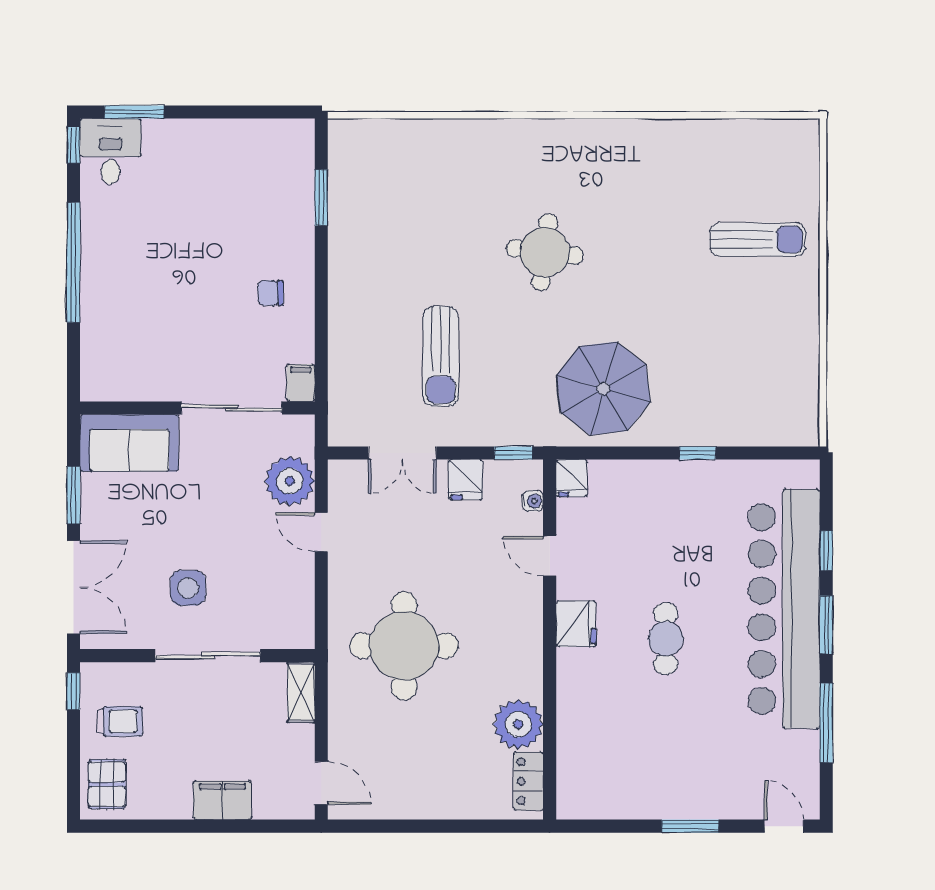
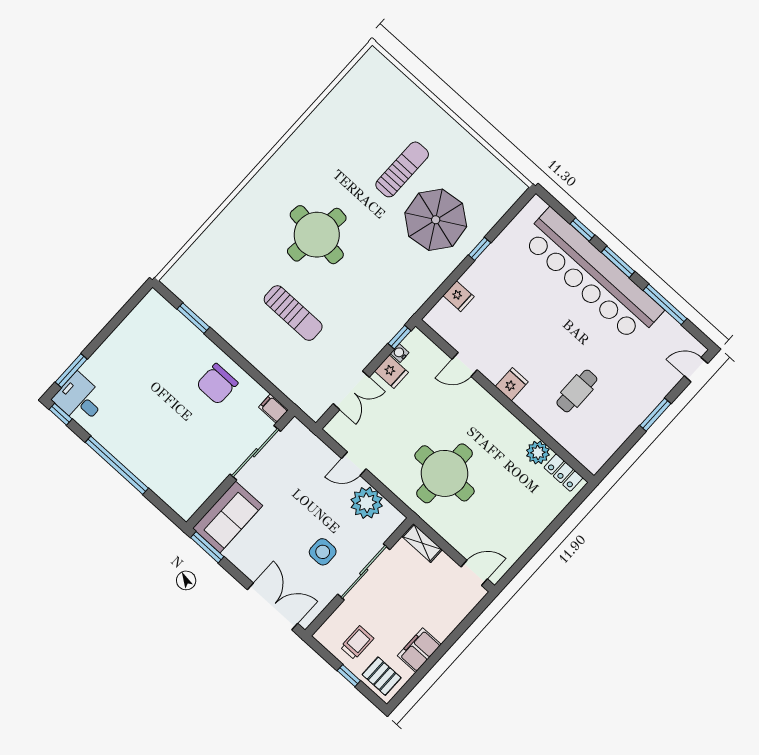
sun lounger: (758, 239) -> (402, 169), moved
round table: (545, 252) -> (317, 235), width x1.36, depth x1.36
chair: (271, 293) -> (217, 384), width x1.87, depth x1.87
sun lounger: (441, 356) -> (293, 313), moved
parasol: (603, 389) -> (436, 220), moved
fridge: (572, 478) -> (459, 296), moved
plant: (290, 481) -> (367, 503), moved
window: (74, 495) -> (207, 547), moved
water cooler: (533, 501) -> (400, 353), moved, turned -90
fridge: (576, 624) -> (512, 384), width x0.72
cafe table: (666, 639) -> (577, 391), moved, turned 90
window: (74, 691) -> (349, 676), moved
plant: (518, 724) -> (538, 453), width x0.73, depth x0.73
filing cabinet: (222, 800) -> (419, 650), moved

